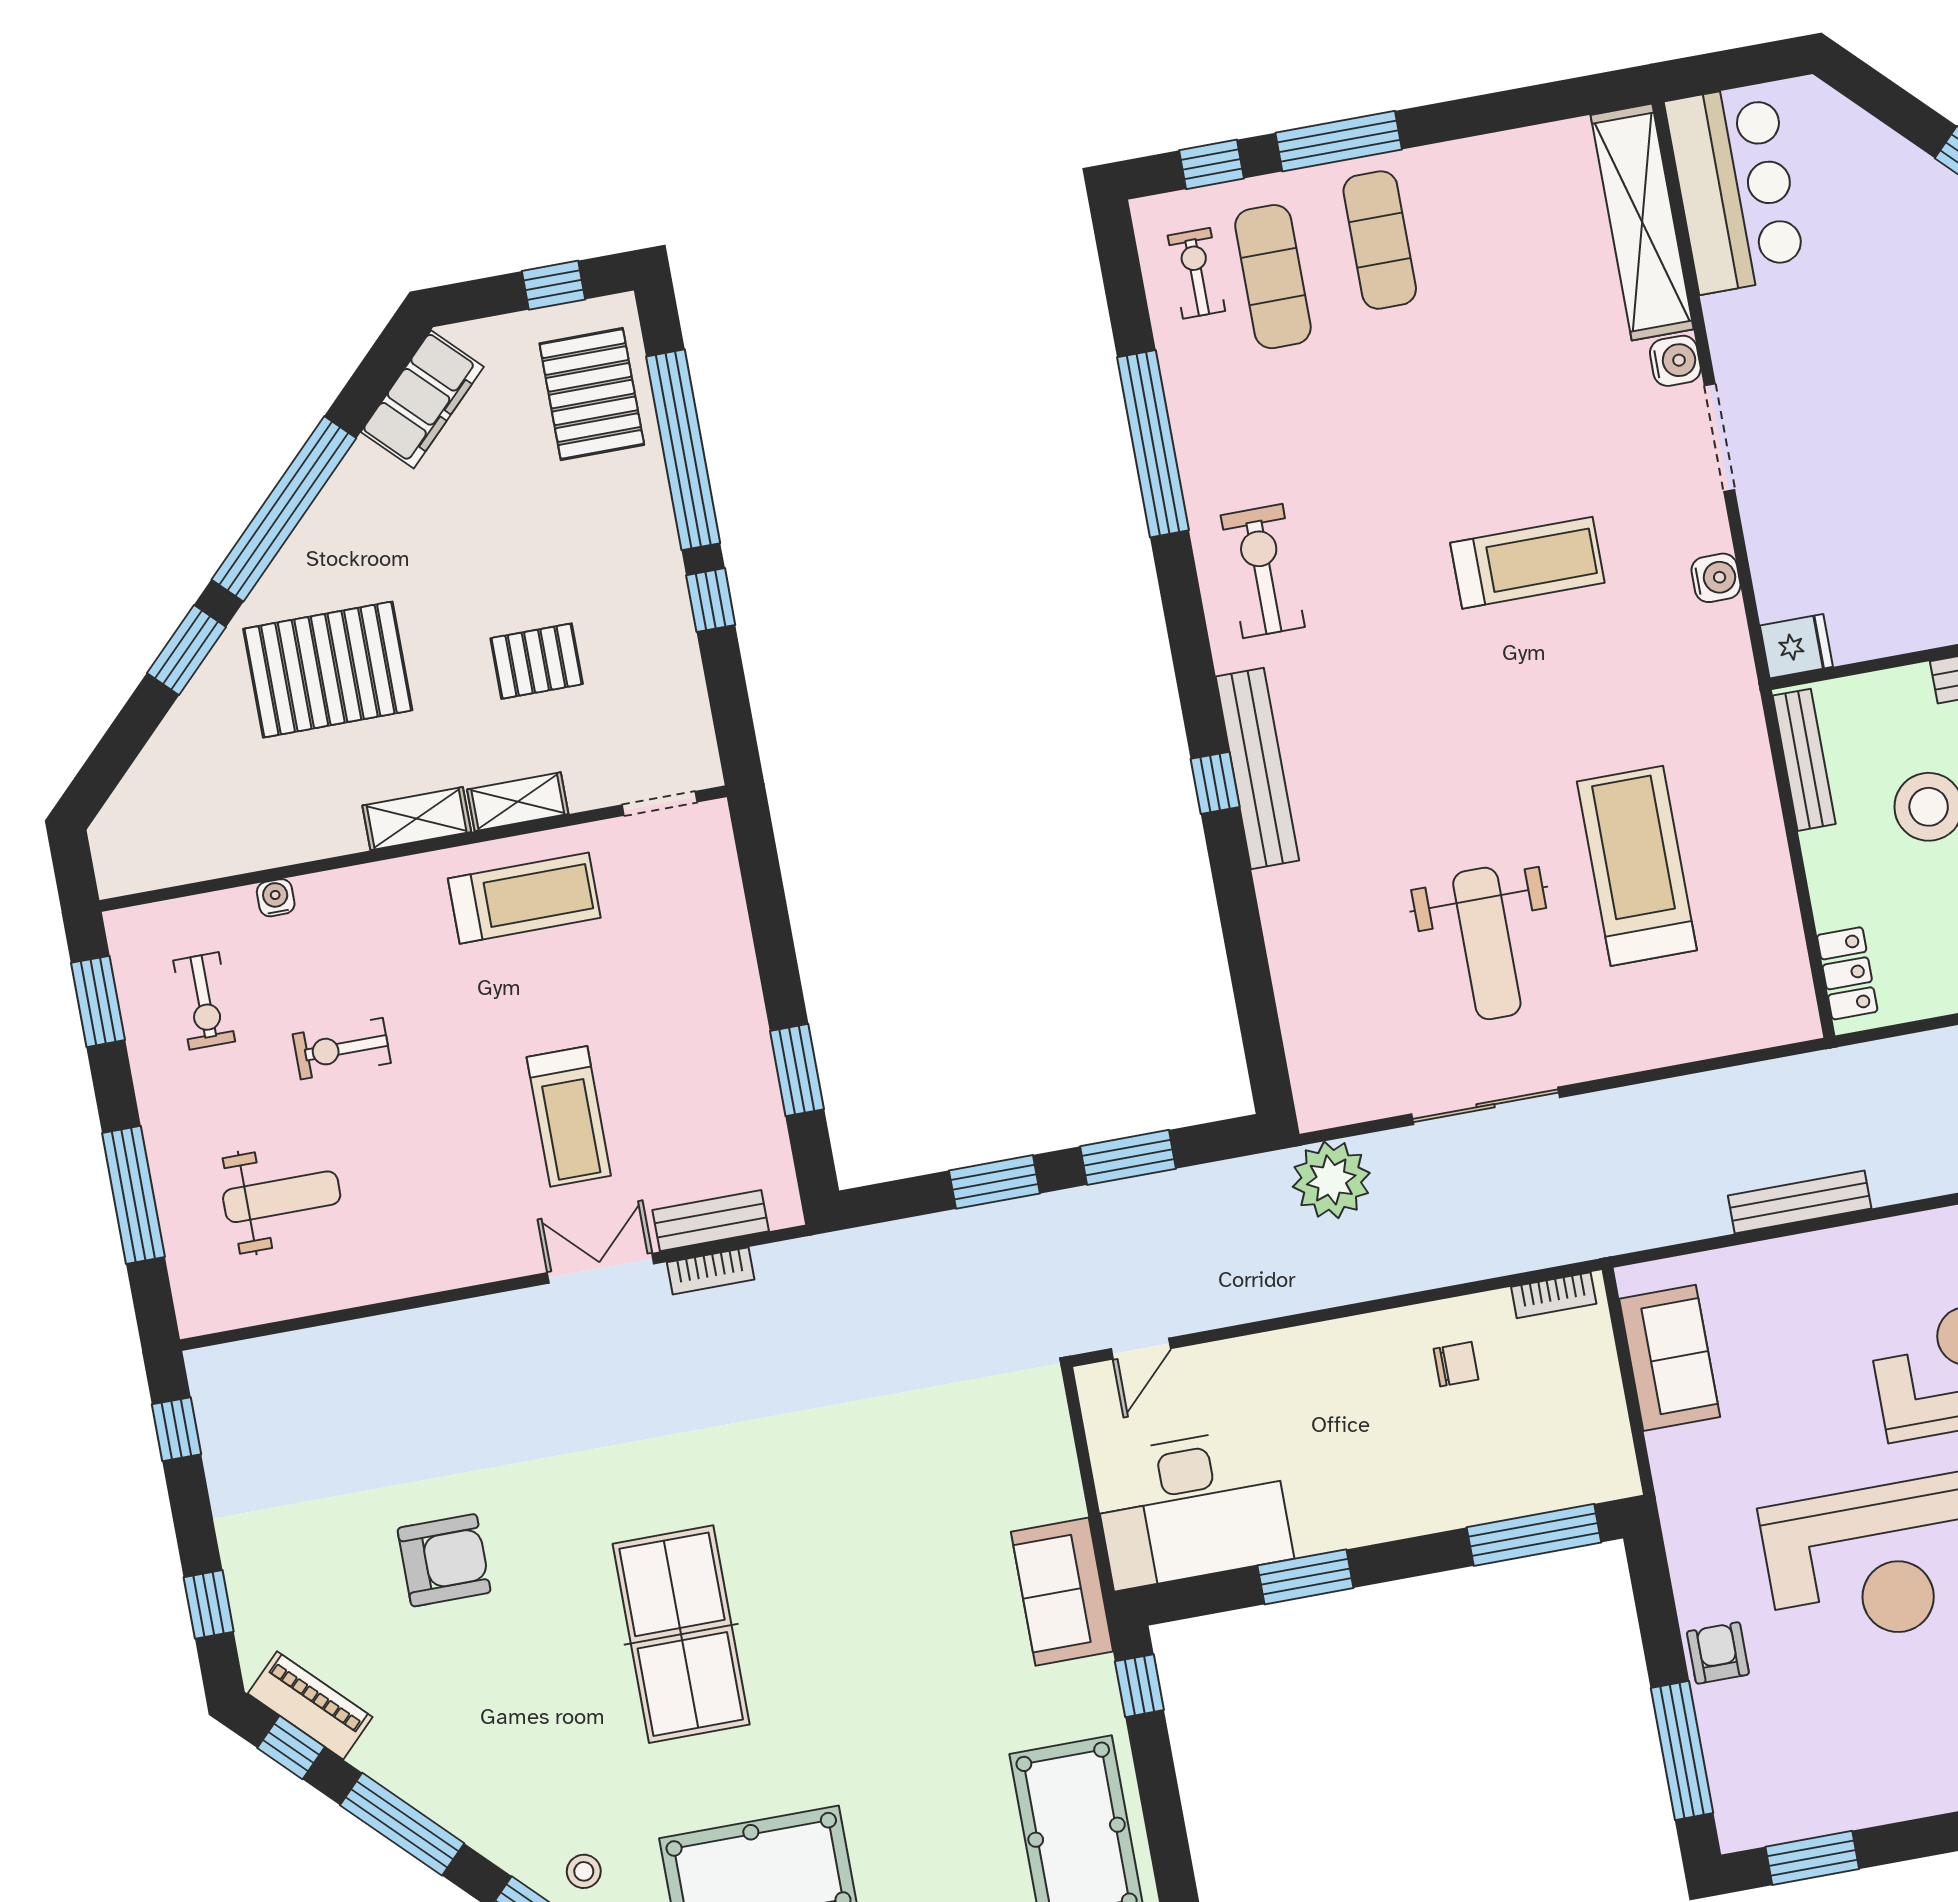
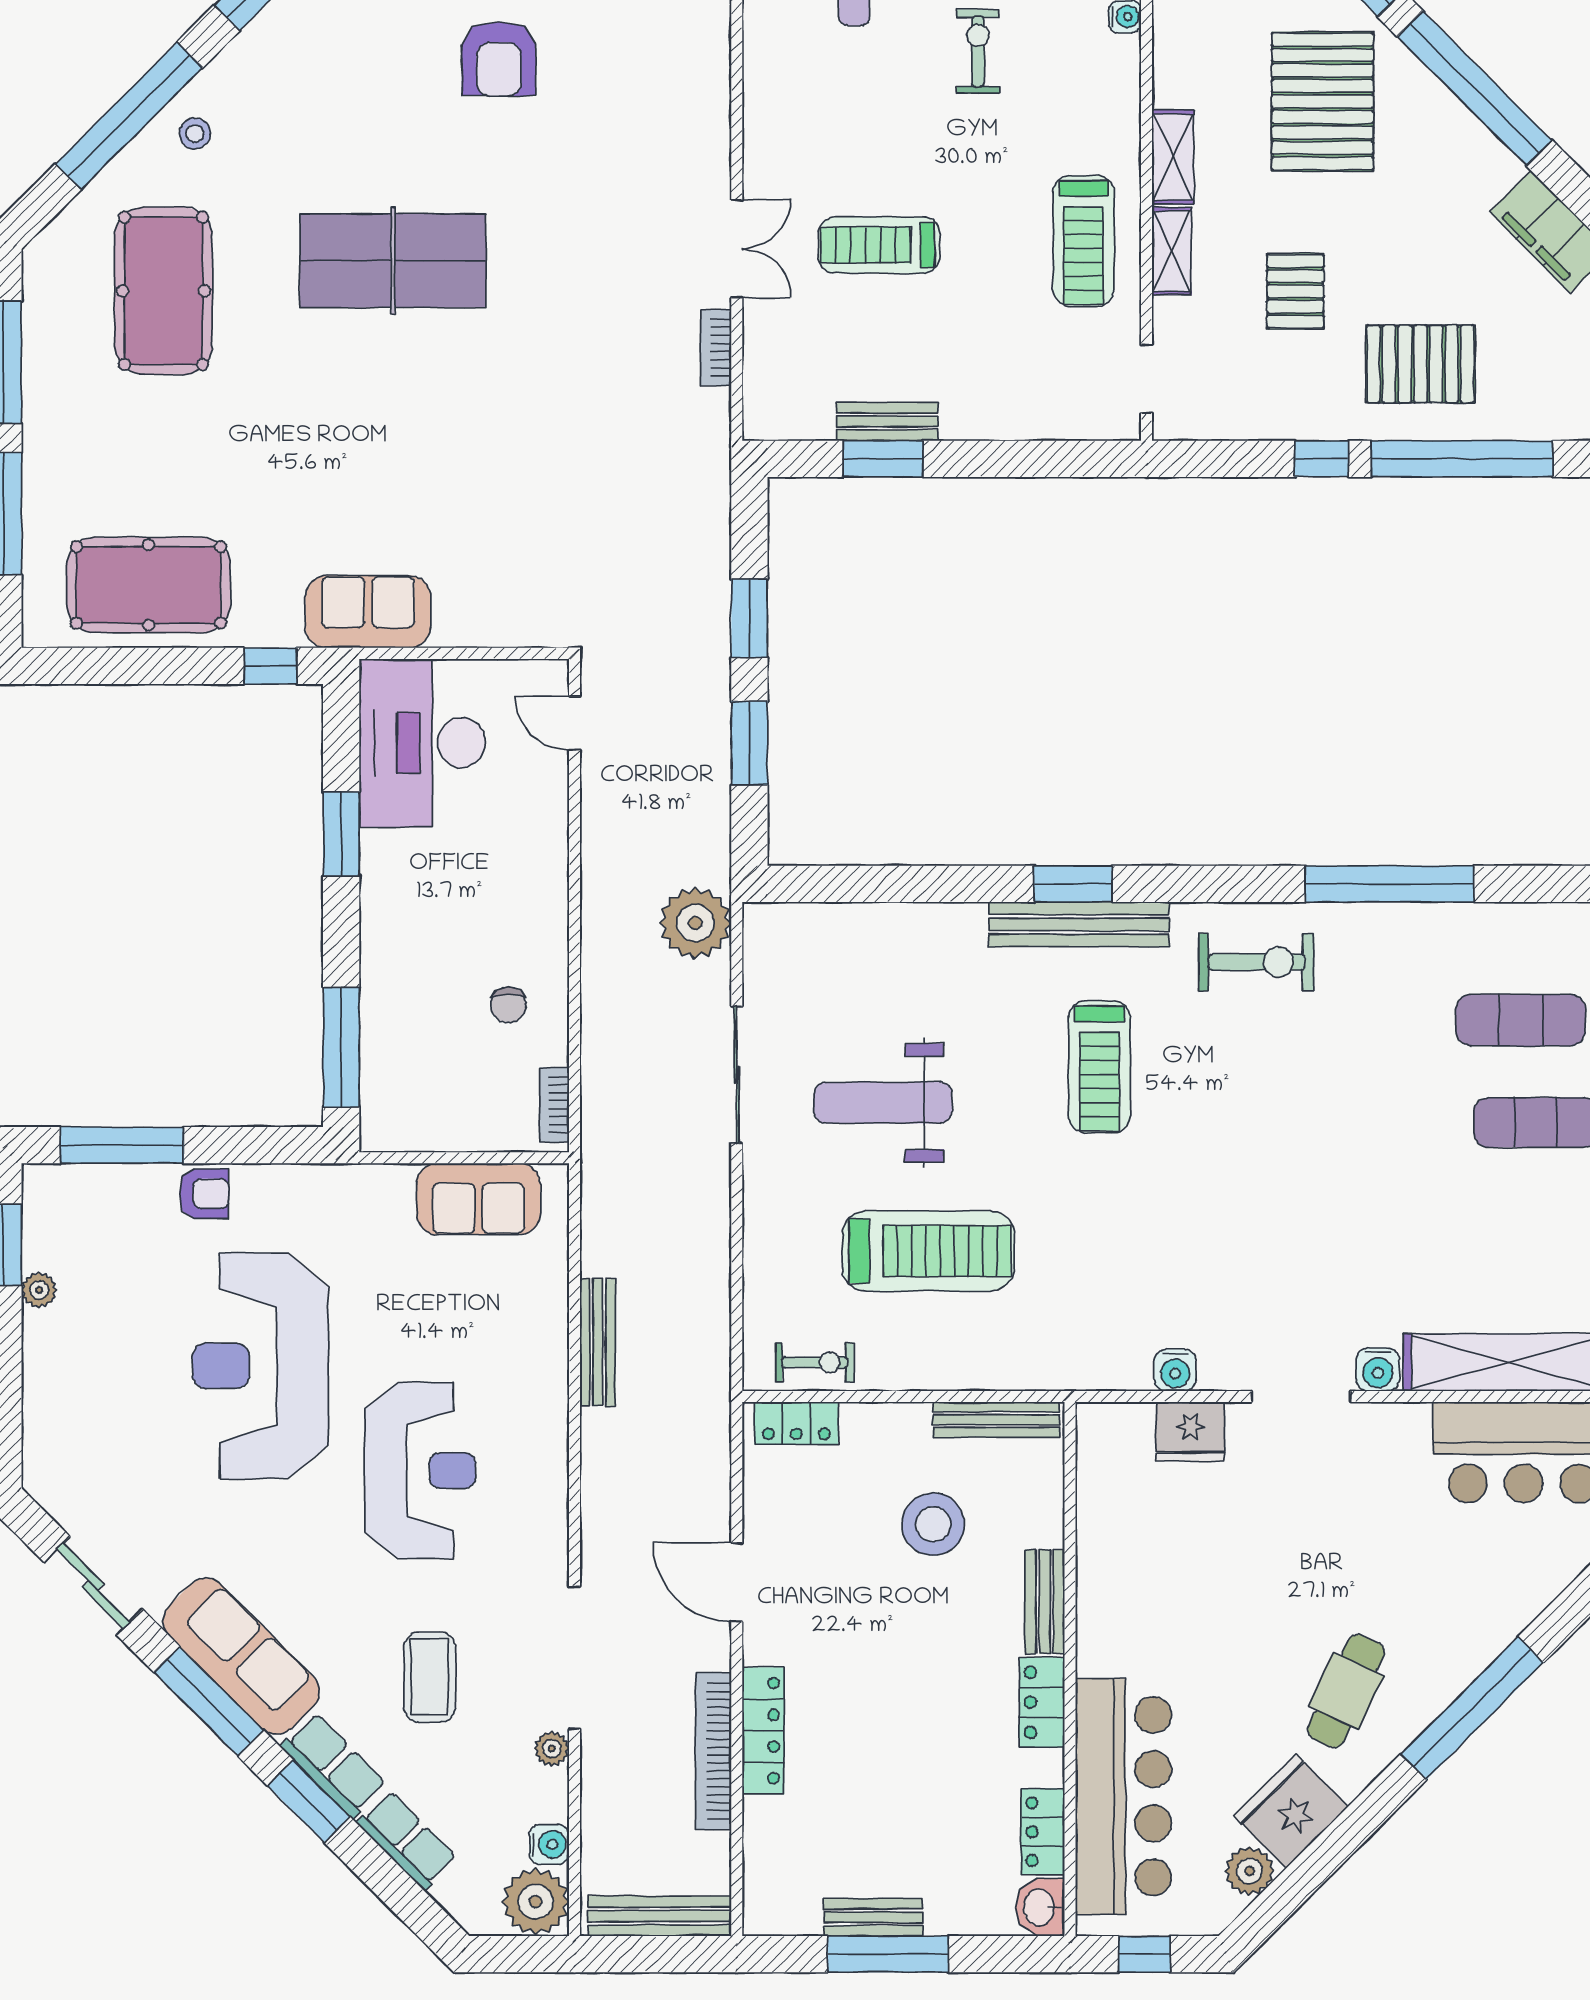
exercise bike: (1196, 273) -> (815, 1362), moved
pallet: (592, 394) -> (1420, 364), moved
treadmill: (1527, 563) -> (1099, 1067), moved
fridge: (1796, 646) -> (1190, 1431), moved, width x1.38
window: (1215, 783) -> (1073, 884), width x1.50
bench: (711, 1221) -> (887, 421), moved, turned 90
plant: (1853, 1811) -> (39, 1290), added

